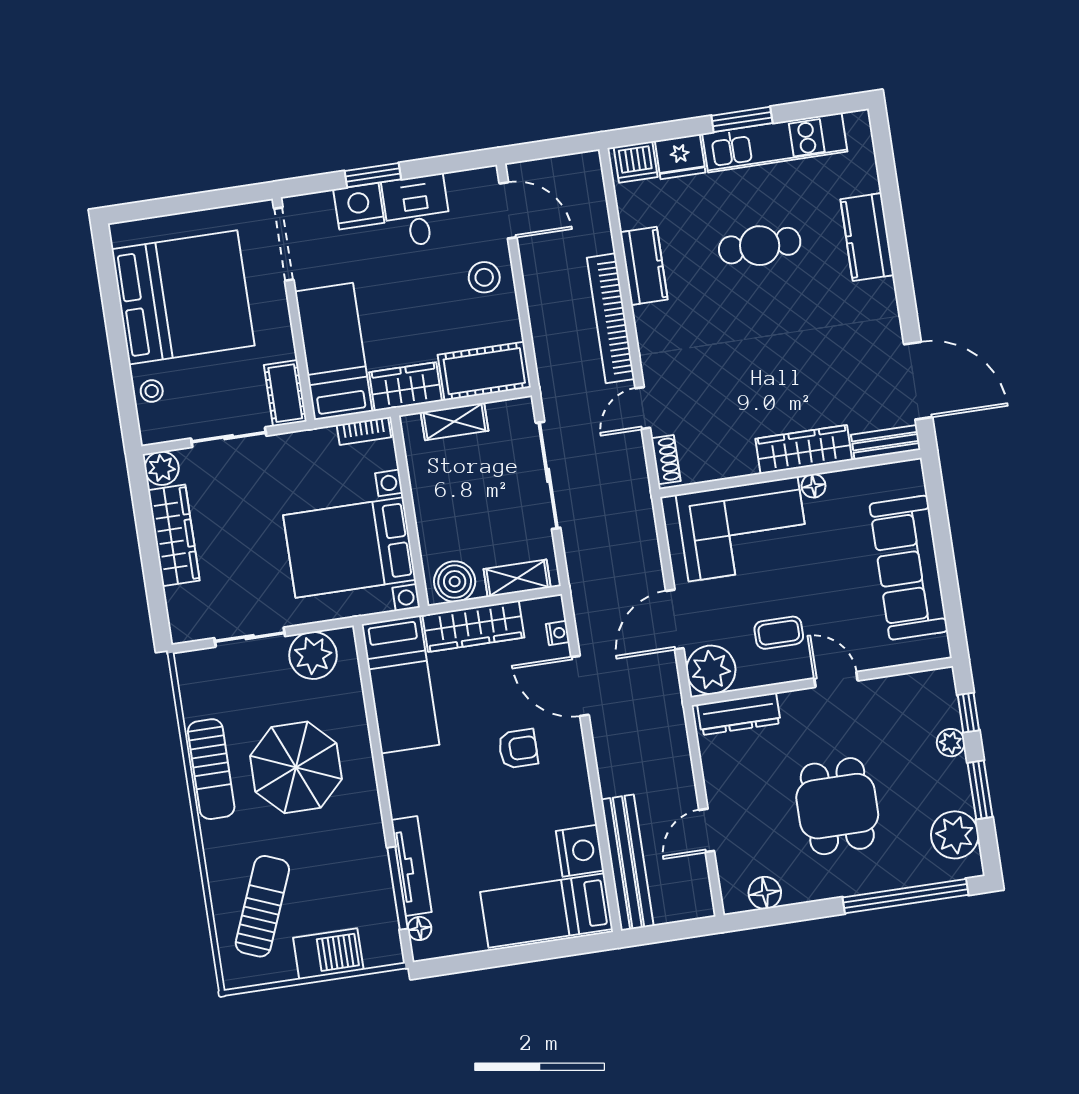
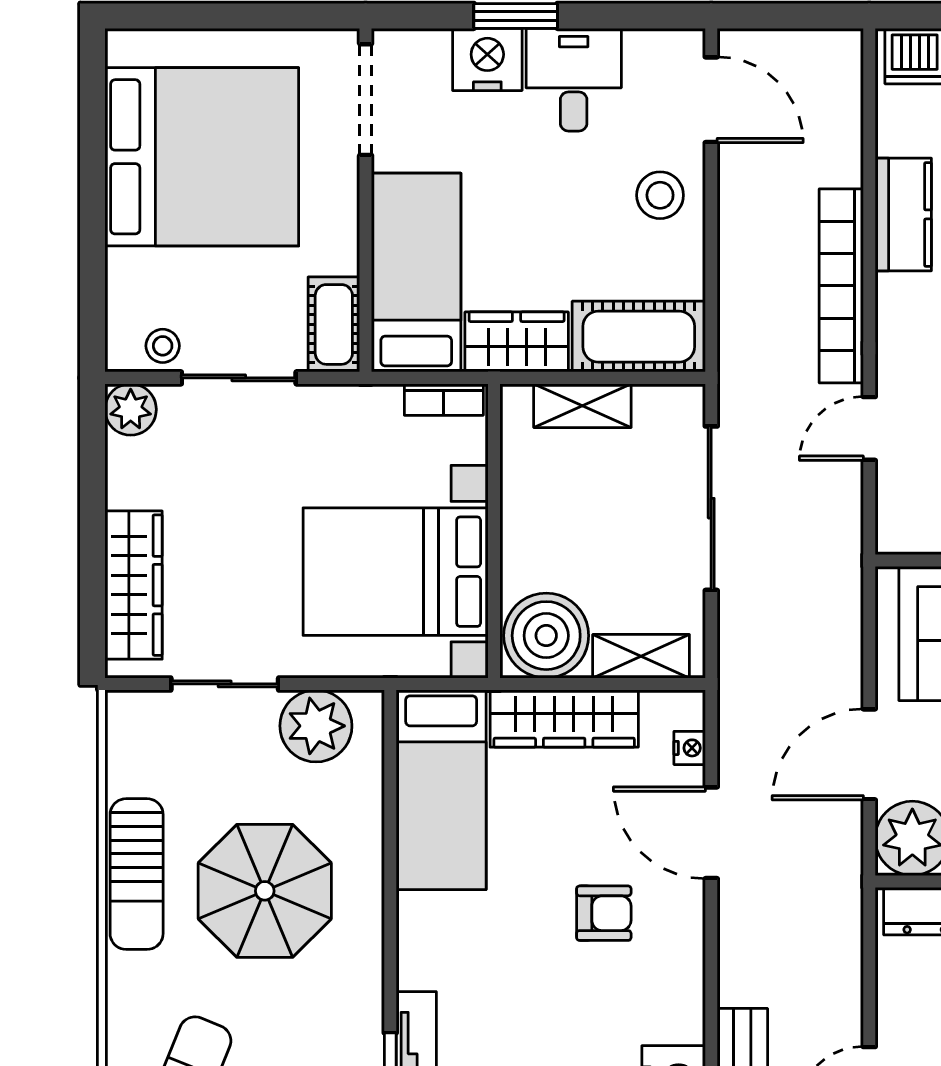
stool: (152, 391) -> (163, 346), moved
shoe rack: (666, 460) -> (892, 511), removed
wardrobe: (174, 535) -> (134, 585), moved
boiler: (455, 582) -> (546, 636), width x1.37, depth x1.37

